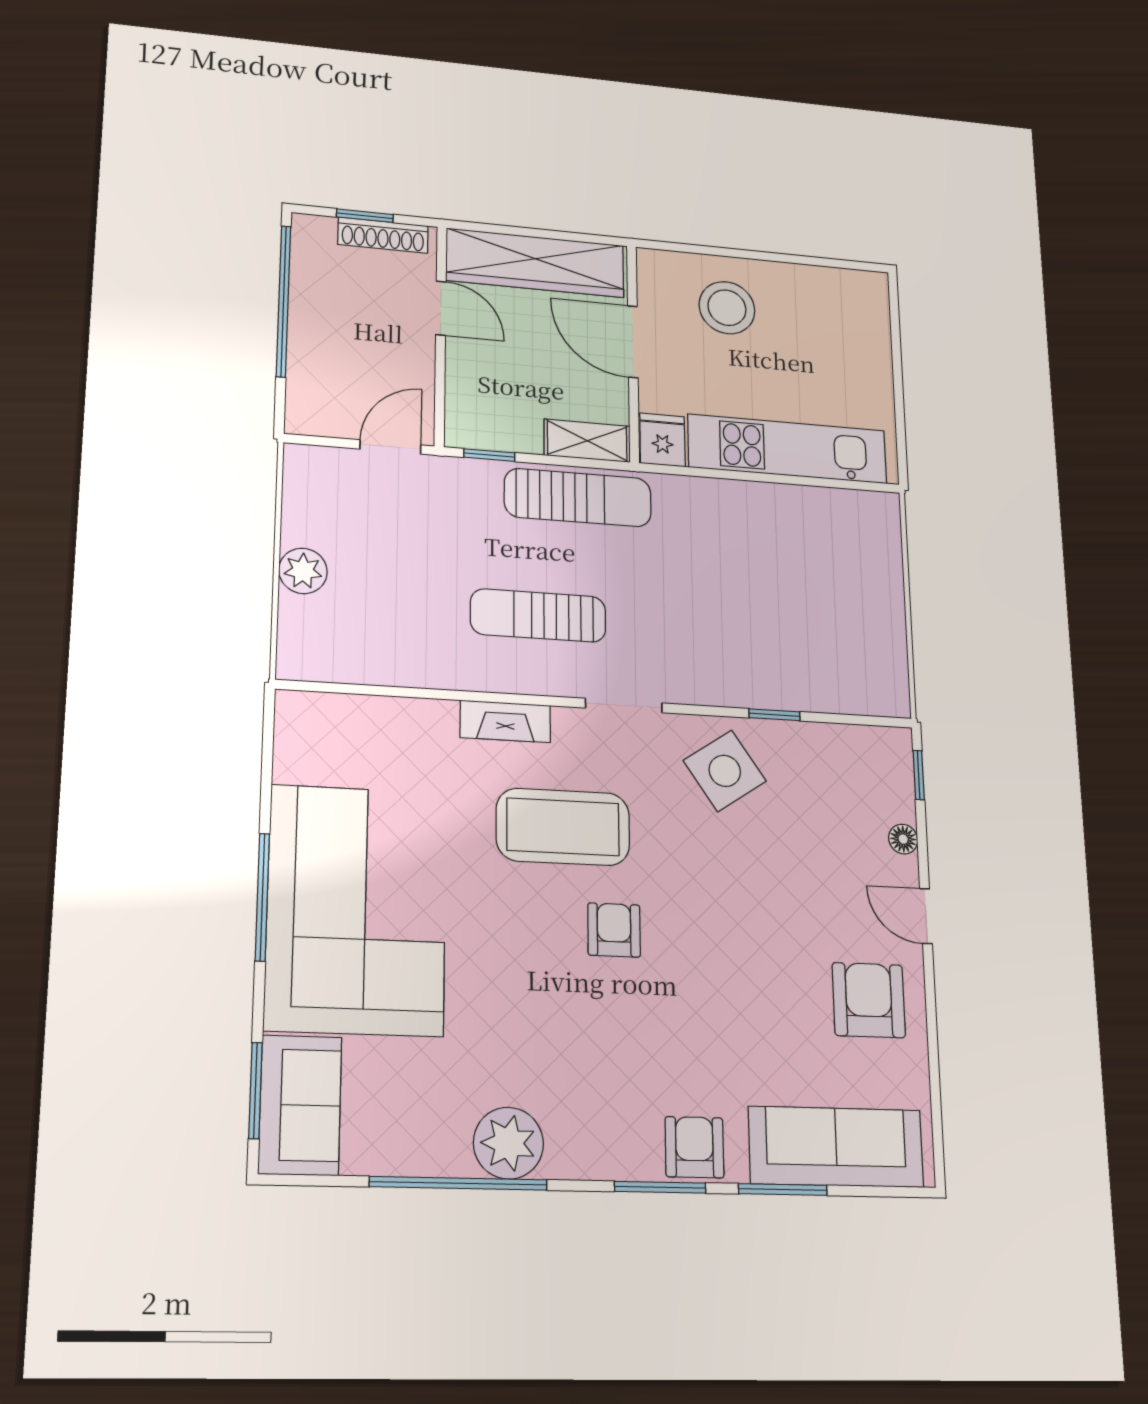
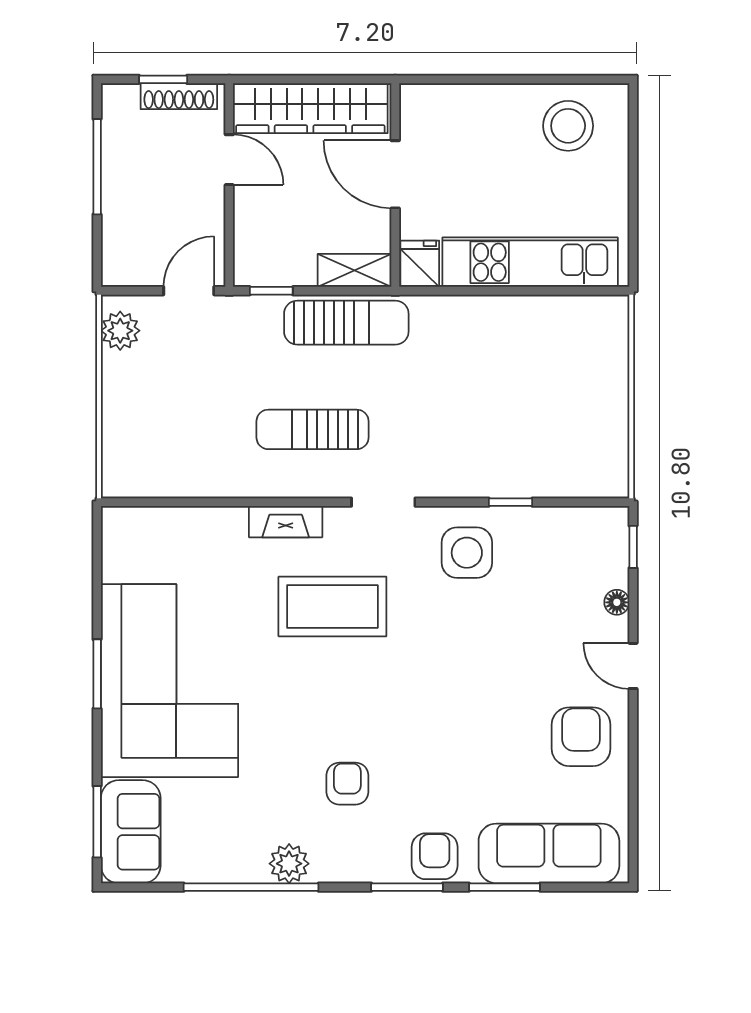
window: (284, 301) -> (97, 167), width x0.68
stool: (727, 308) -> (568, 126), moved
plant: (303, 571) -> (120, 331), moved
side table: (725, 771) -> (467, 553), turned 34
window: (262, 897) -> (97, 674), width x0.69
armchair: (614, 930) -> (347, 784), moved
plant: (508, 1143) -> (289, 864), width x0.73, depth x0.73

